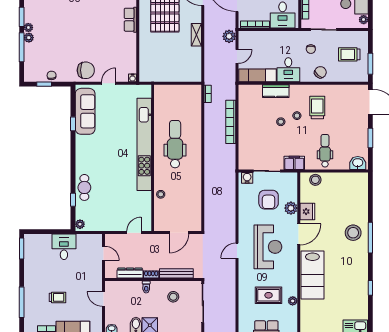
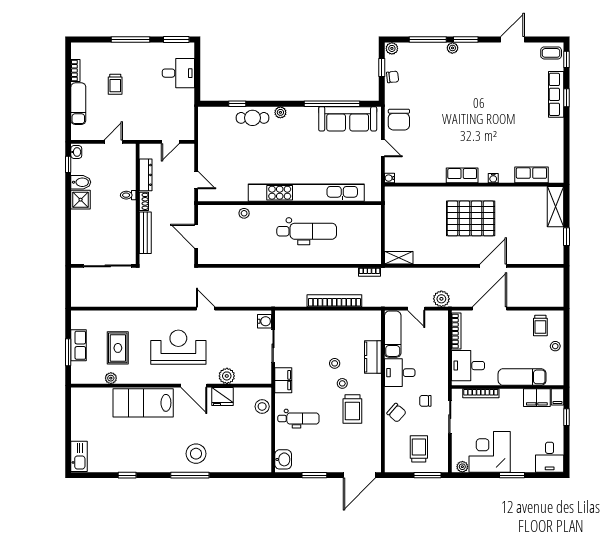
shelving: (196, 35) -> (399, 258), moved
plant: (29, 38) -> (392, 48), moved
window: (370, 64) -> (427, 475), moved
trolley: (317, 108) -> (352, 409), turned 90
window: (73, 124) -> (332, 104), width x3.17
armchair: (269, 200) -> (237, 348), removed
plant: (80, 224) -> (280, 112), moved
desk: (64, 247) -> (178, 73), moved
reception desk: (268, 247) -> (178, 347), turned 180
door: (237, 251) -> (206, 309), moved
stool: (173, 297) -> (116, 229), removed
window: (22, 302) -> (131, 40), moved

